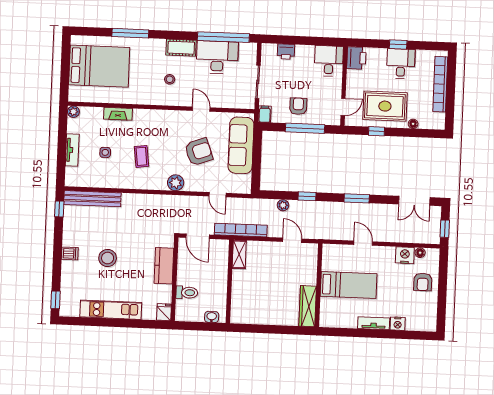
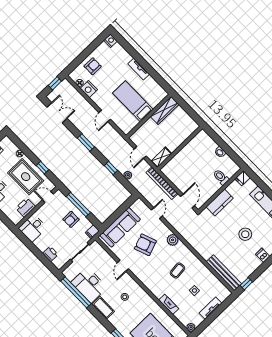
printer: (356, 58) -> (25, 207), moved
shelving: (239, 254) -> (161, 157), moved
wall: (230, 282) -> (180, 148), moved
nightstand: (398, 324) -> (110, 41), moved

